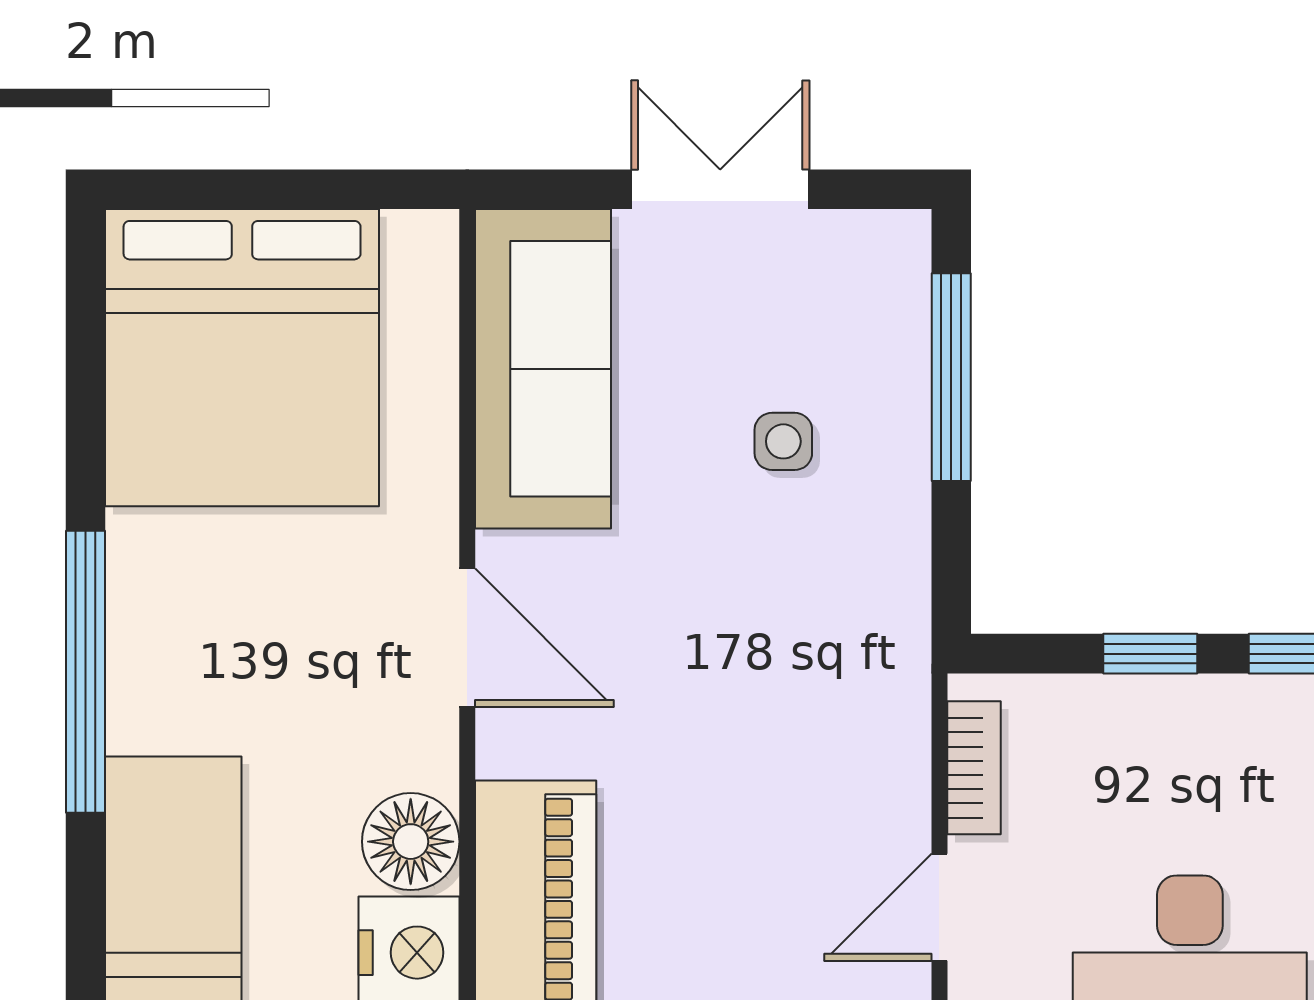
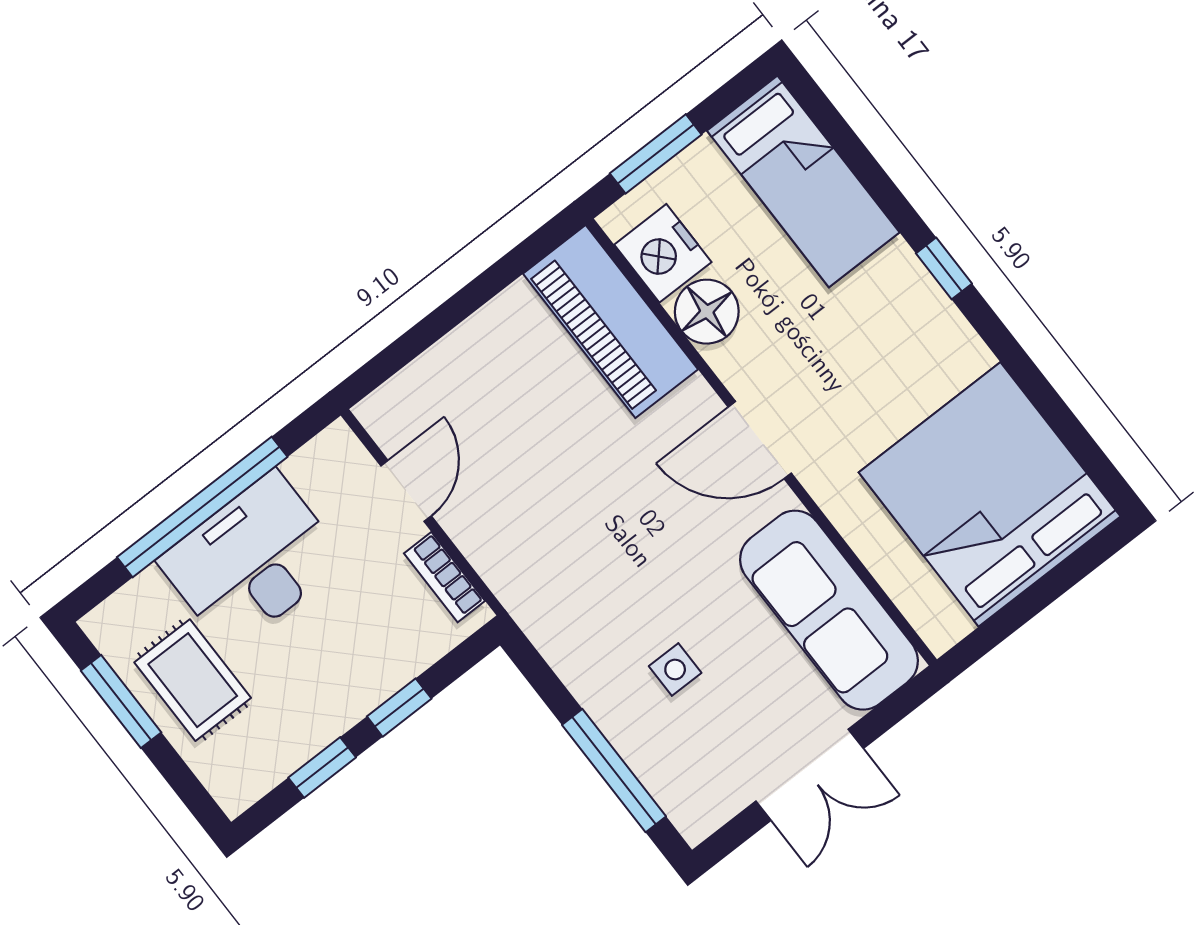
window: (86, 672) -> (944, 268), width x0.32

